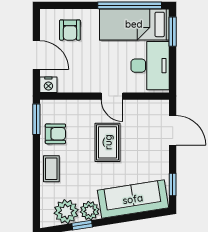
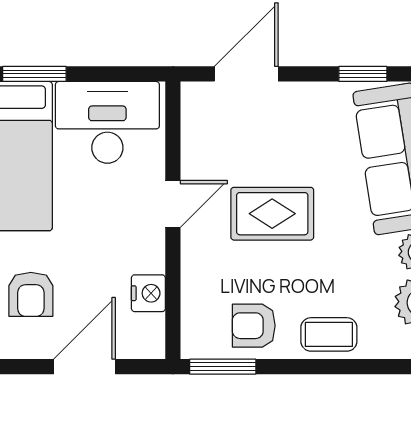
armchair: (70, 30) -> (31, 294), turned 90
nightstand: (48, 85) -> (148, 293), moved
armchair: (55, 134) -> (254, 326), turned -90

